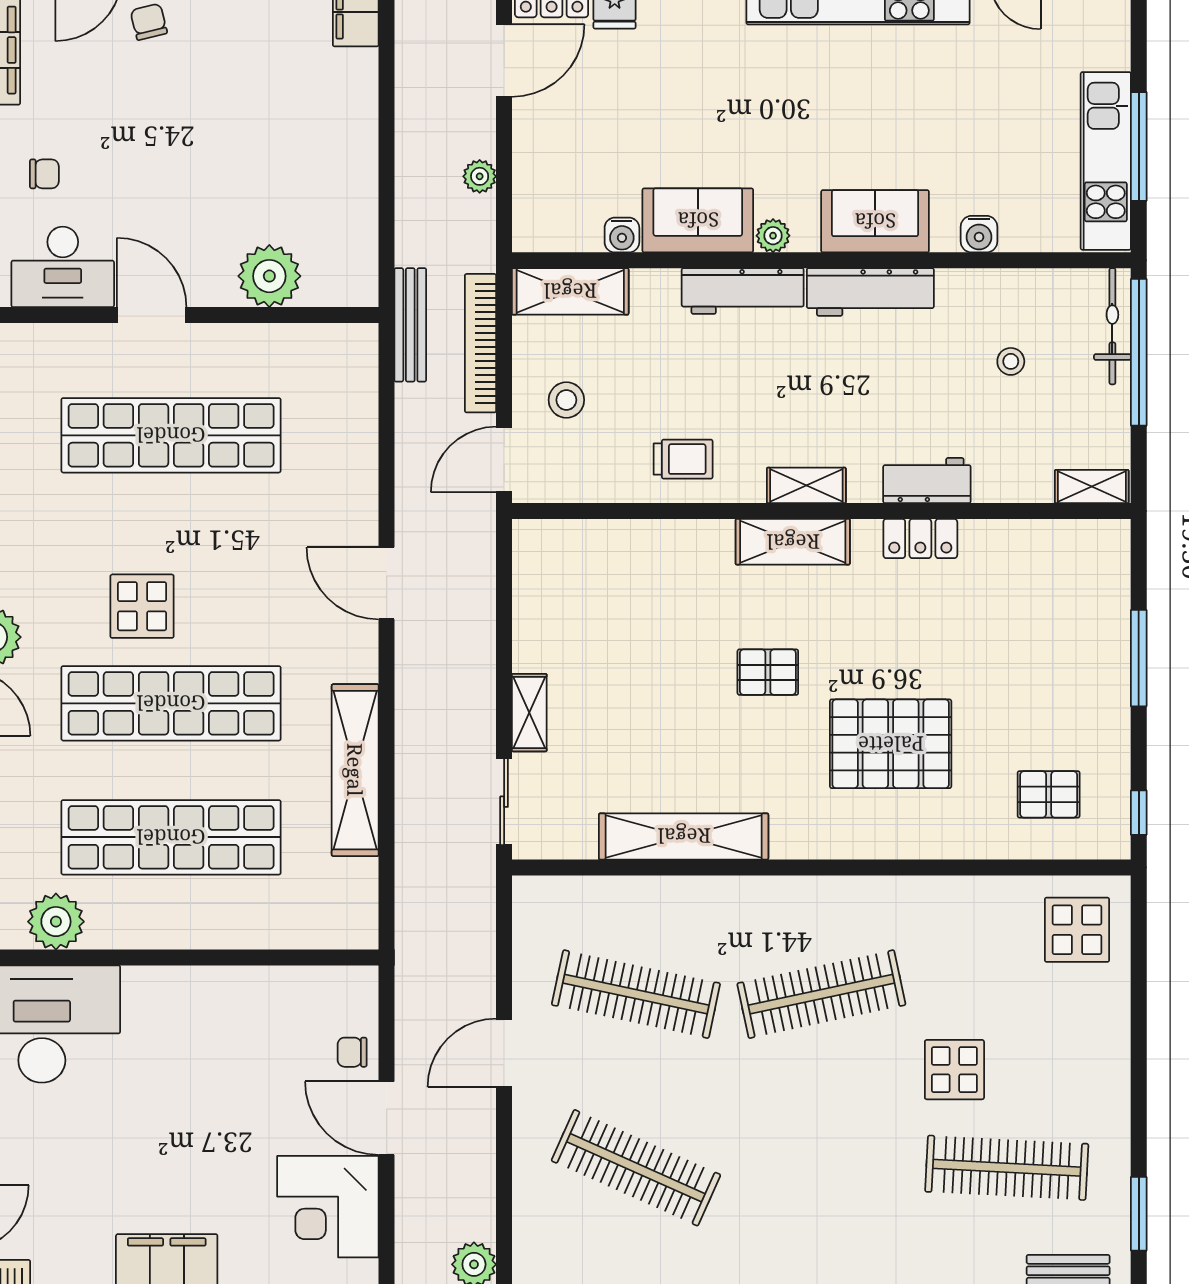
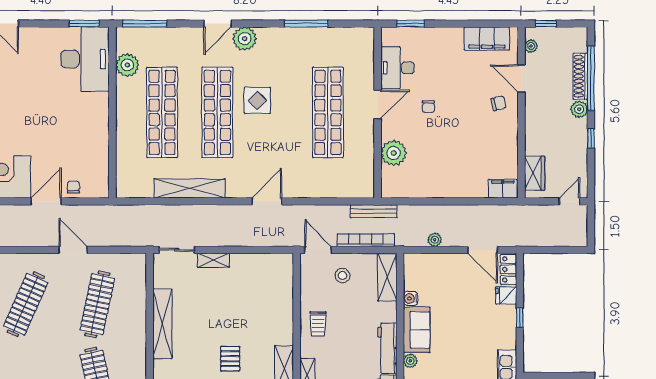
chair: (44, 174) -> (428, 107), moved

